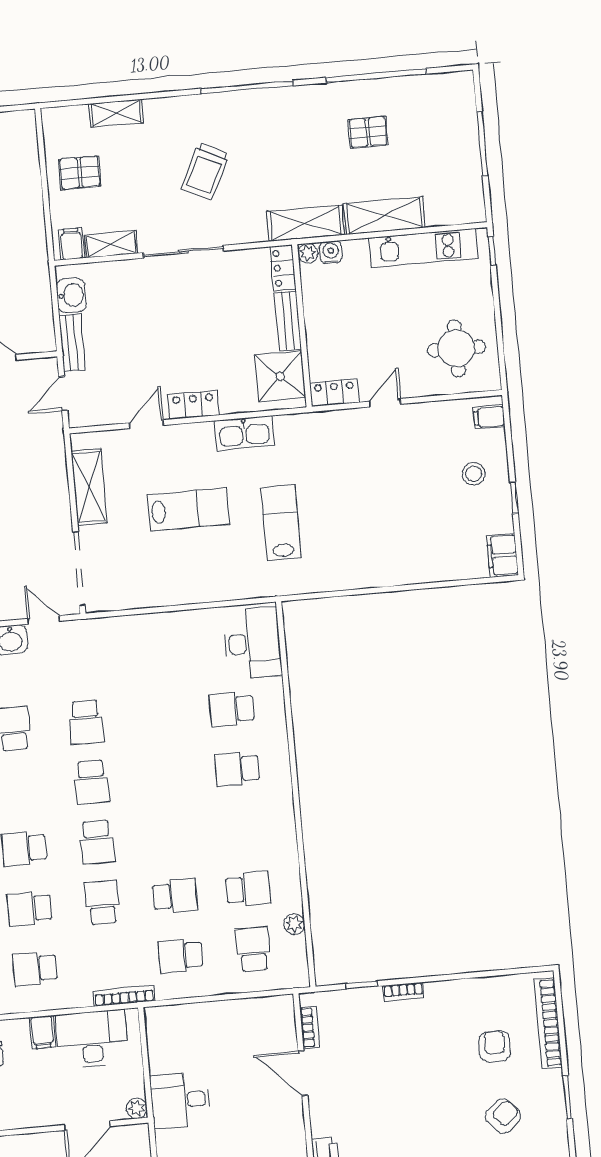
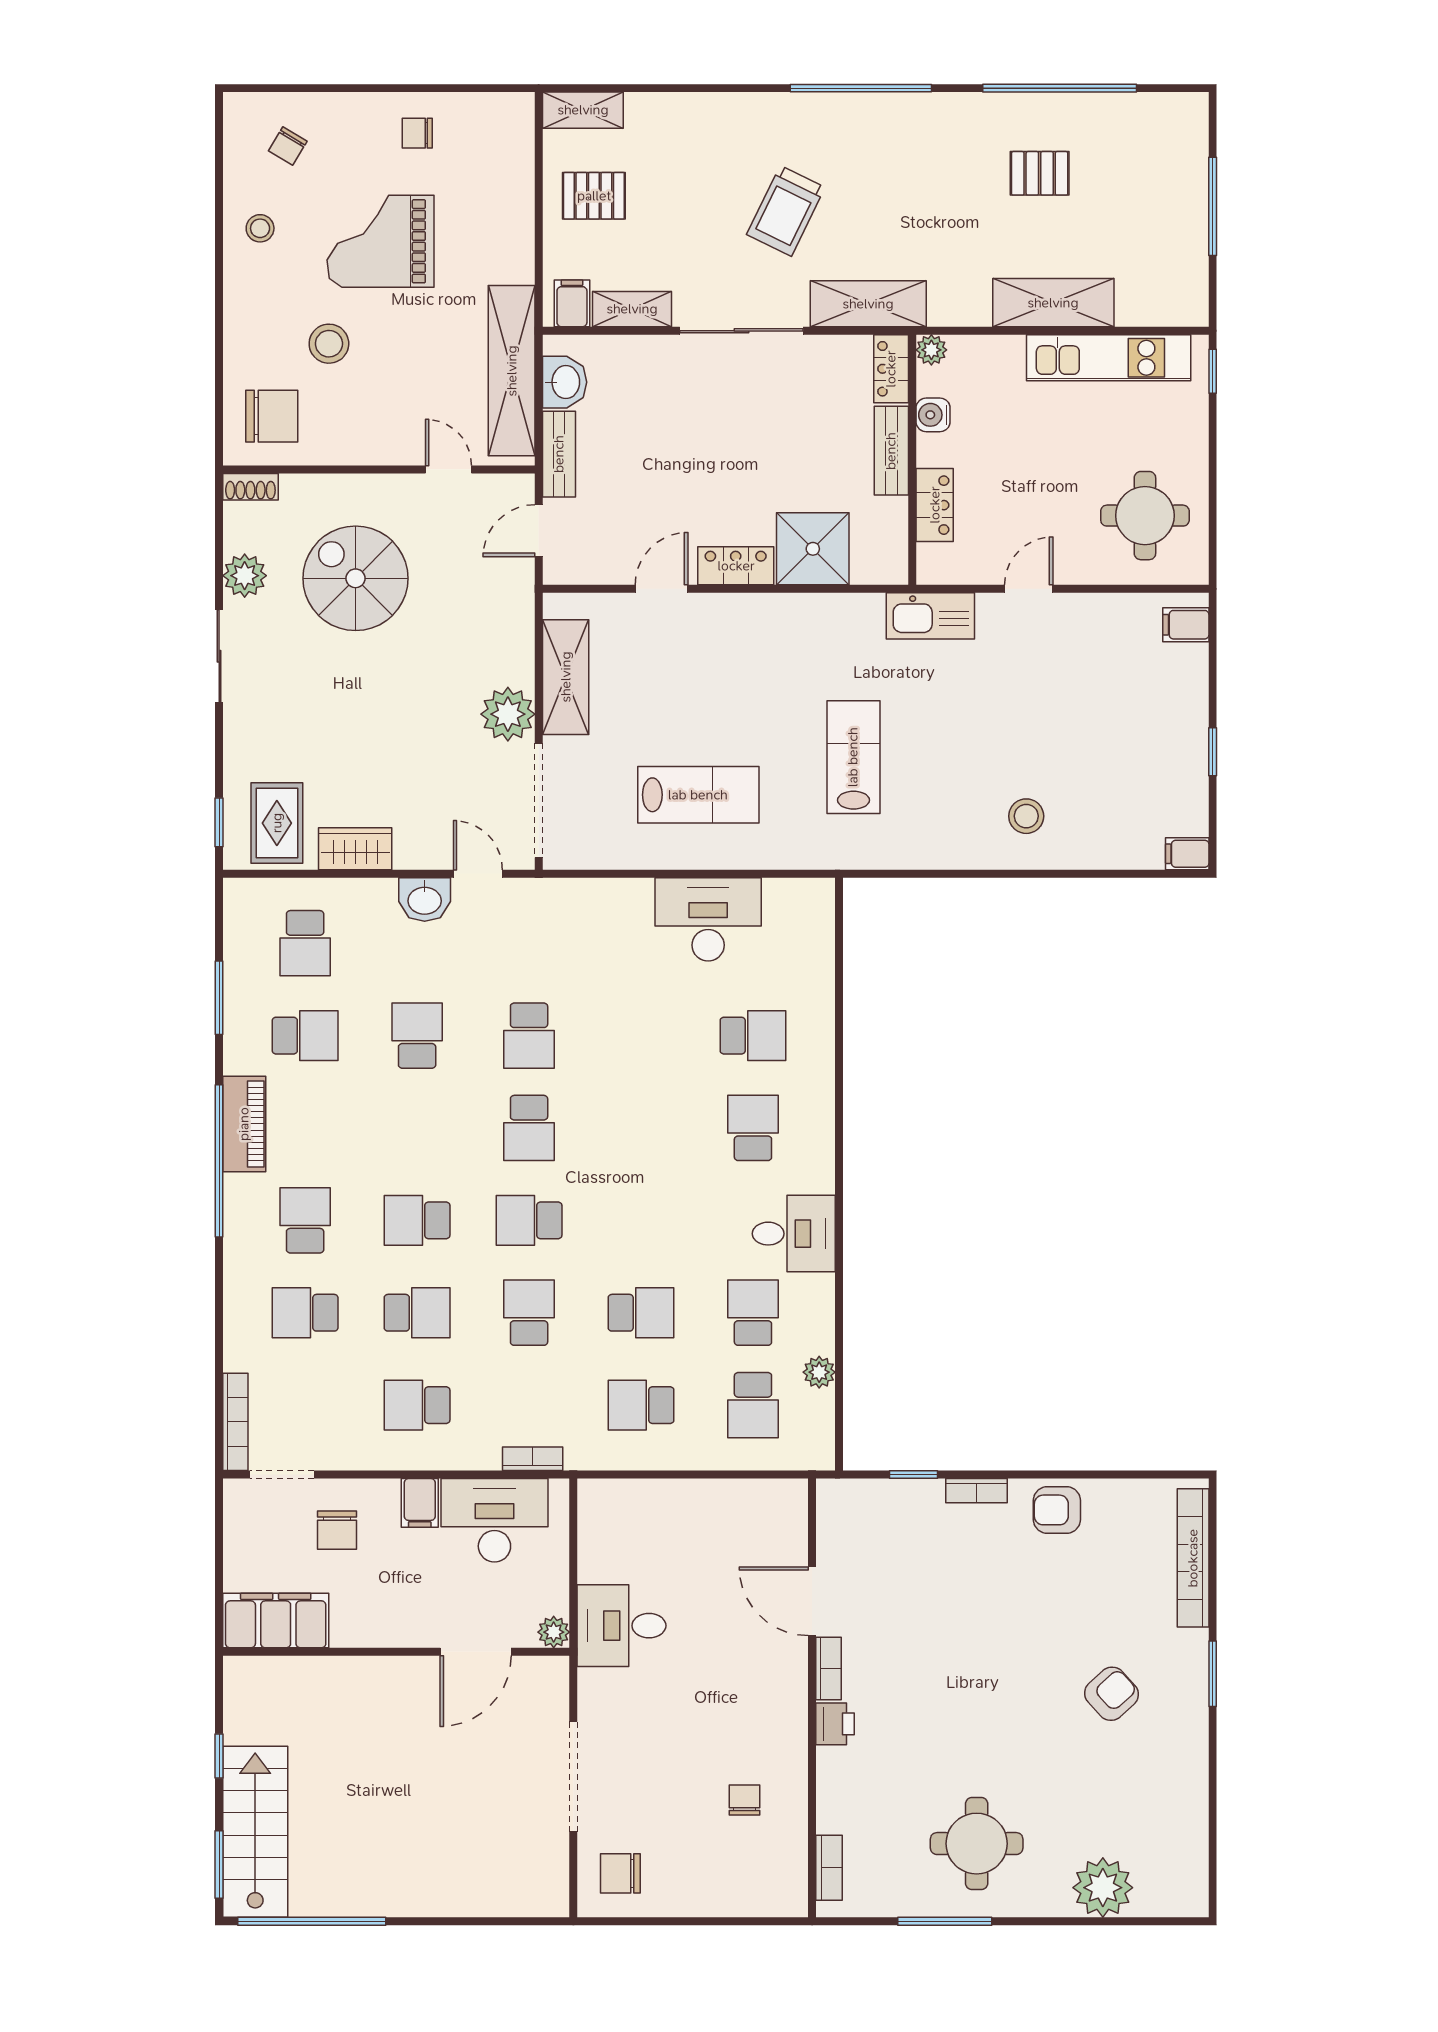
shelving: (116, 113) -> (583, 110), moved
shelving: (306, 223) -> (868, 304), moved
water cooler: (331, 252) -> (933, 415), moved, turned -90
shelving: (36, 291) -> (512, 371), added
shower: (280, 376) -> (813, 549), moved
locker: (334, 393) -> (935, 505), moved, turned 90
kitchen sink: (244, 433) -> (930, 616), moved
stool: (474, 474) -> (1026, 816), moved
lab bench: (189, 509) -> (698, 795), moved
plant: (54, 514) -> (508, 714), added
filing cabinet: (502, 555) -> (1187, 854), width x0.50
desk: (252, 643) -> (708, 919), moved, turned -90
school desk: (232, 709) -> (753, 1036), turned 180
school desk: (237, 769) -> (753, 1128), turned 90
desk: (270, 835) -> (794, 1234), added
school desk: (97, 842) -> (529, 1220), turned 90
school desk: (248, 889) -> (753, 1313), turned -90
school desk: (30, 909) -> (417, 1313), turned 180
school desk: (253, 949) -> (753, 1405), turned 180
bookcase: (124, 996) -> (533, 1459), width x0.64
bookcase: (310, 1027) -> (829, 1668), moved
armchair: (495, 1046) -> (1057, 1510), moved, turned -90

